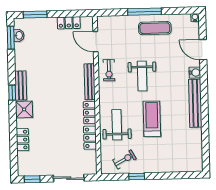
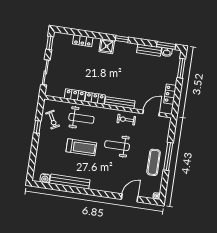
water cooler: (195, 73) -> (45, 178), moved
bench: (21, 86) -> (149, 50), moved
bench: (195, 103) -> (70, 182), moved

